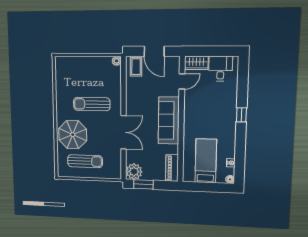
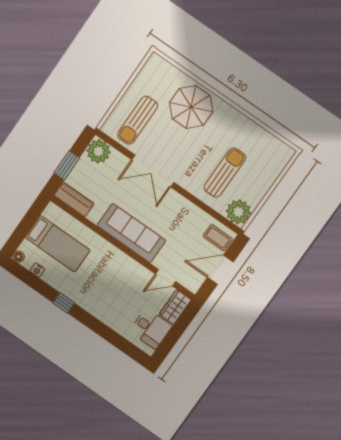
plant: (116, 61) -> (239, 212), width x1.88, depth x1.88
door: (182, 81) -> (166, 278), hinge flipped
sun lounger: (92, 104) -> (225, 173), moved
window: (241, 115) -> (64, 303), moved
sun lounger: (85, 161) -> (138, 120), moved
window: (143, 184) -> (67, 165), moved

